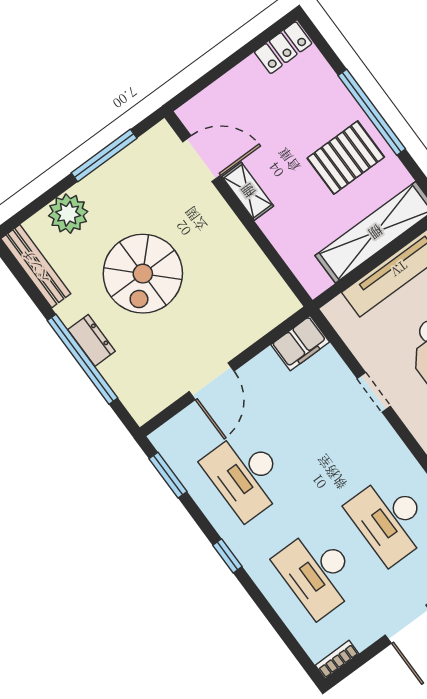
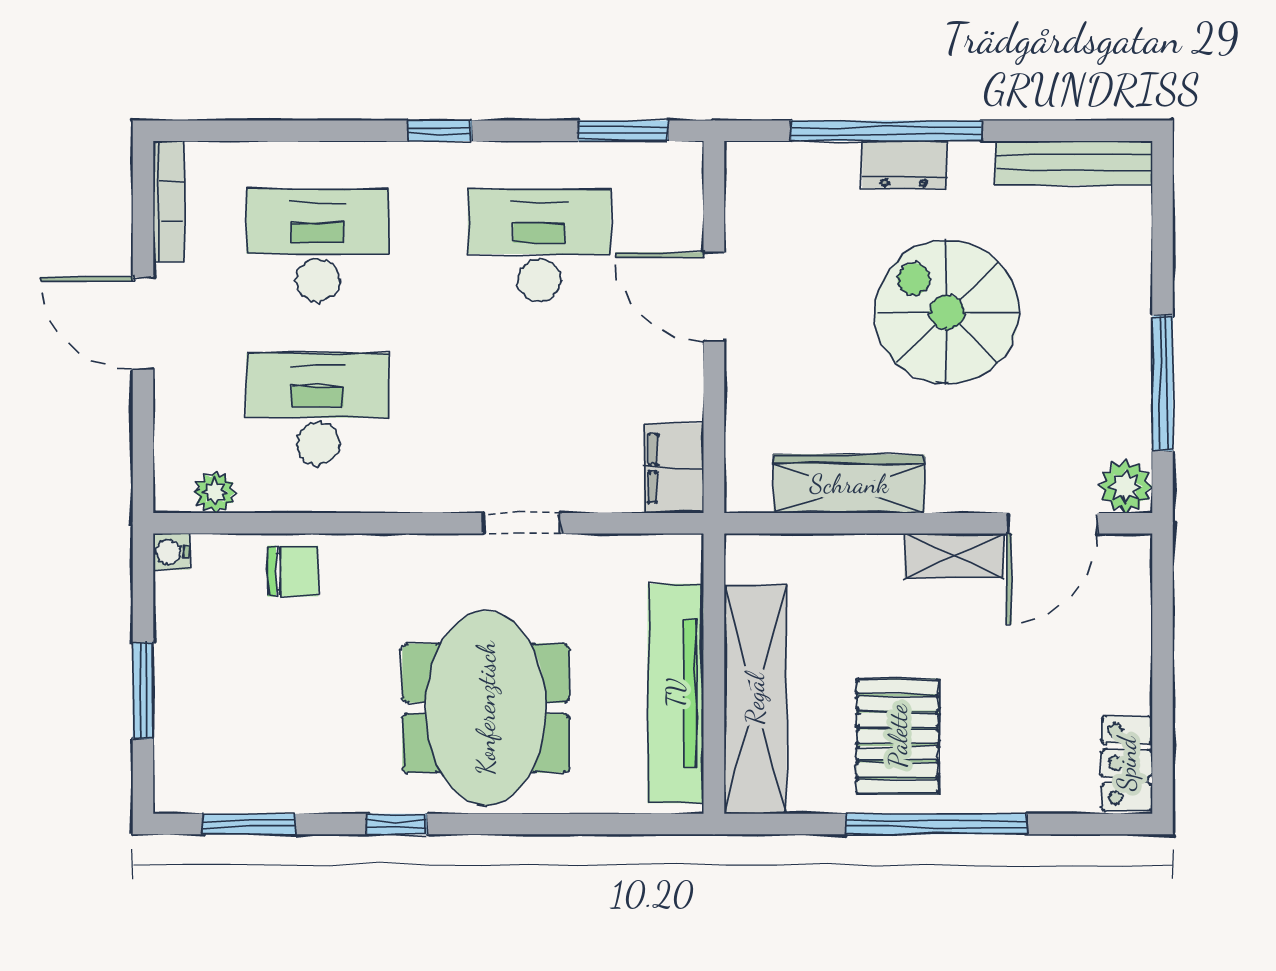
plant: (68, 214) -> (1126, 486), moved, width x0.73, depth x0.73
wardrobe: (250, 261) -> (849, 484), added
bookcase: (337, 660) -> (169, 201), width x1.56

